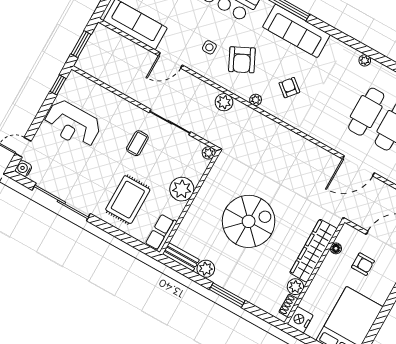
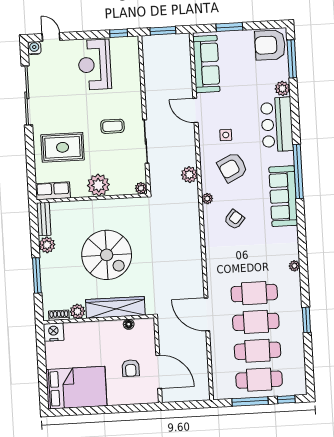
floor lamp: (336, 248) -> (129, 324), moved
wardrobe: (313, 251) -> (115, 307), moved
wall: (314, 272) -> (99, 319), moved
plant: (295, 287) -> (77, 311), moved
shoe rack: (288, 305) -> (59, 315), moved
nightstand: (300, 320) -> (53, 332), moved

